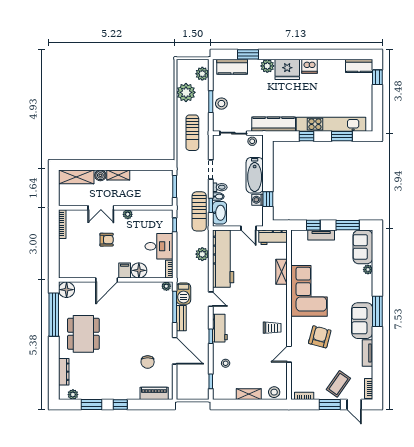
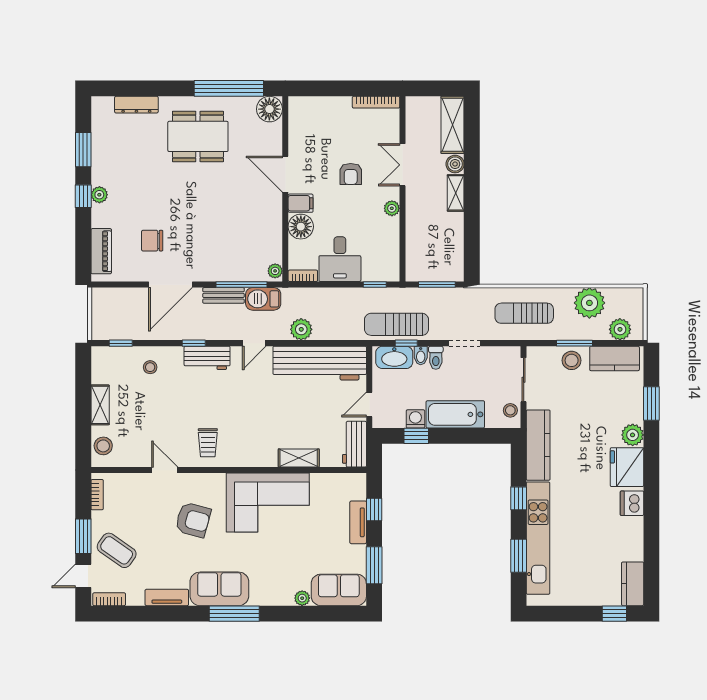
kitchen counter: (232, 67) -> (615, 358), moved, turned -90
plant: (202, 254) -> (301, 329), moved
plant: (73, 395) -> (99, 195), moved

